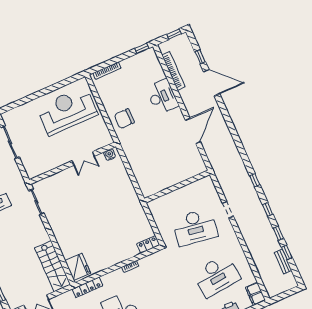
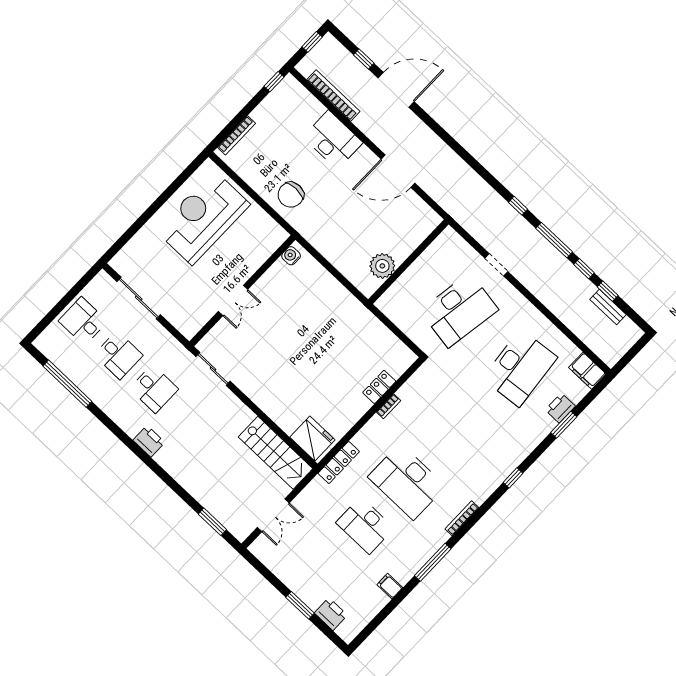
door: (193, 131) -> (398, 171), swing flipped
double door: (83, 158) -> (233, 300), moved
plant: (161, 183) -> (382, 266), added
window: (268, 209) -> (554, 240), width x2.17
locker: (148, 245) -> (379, 387), moved

